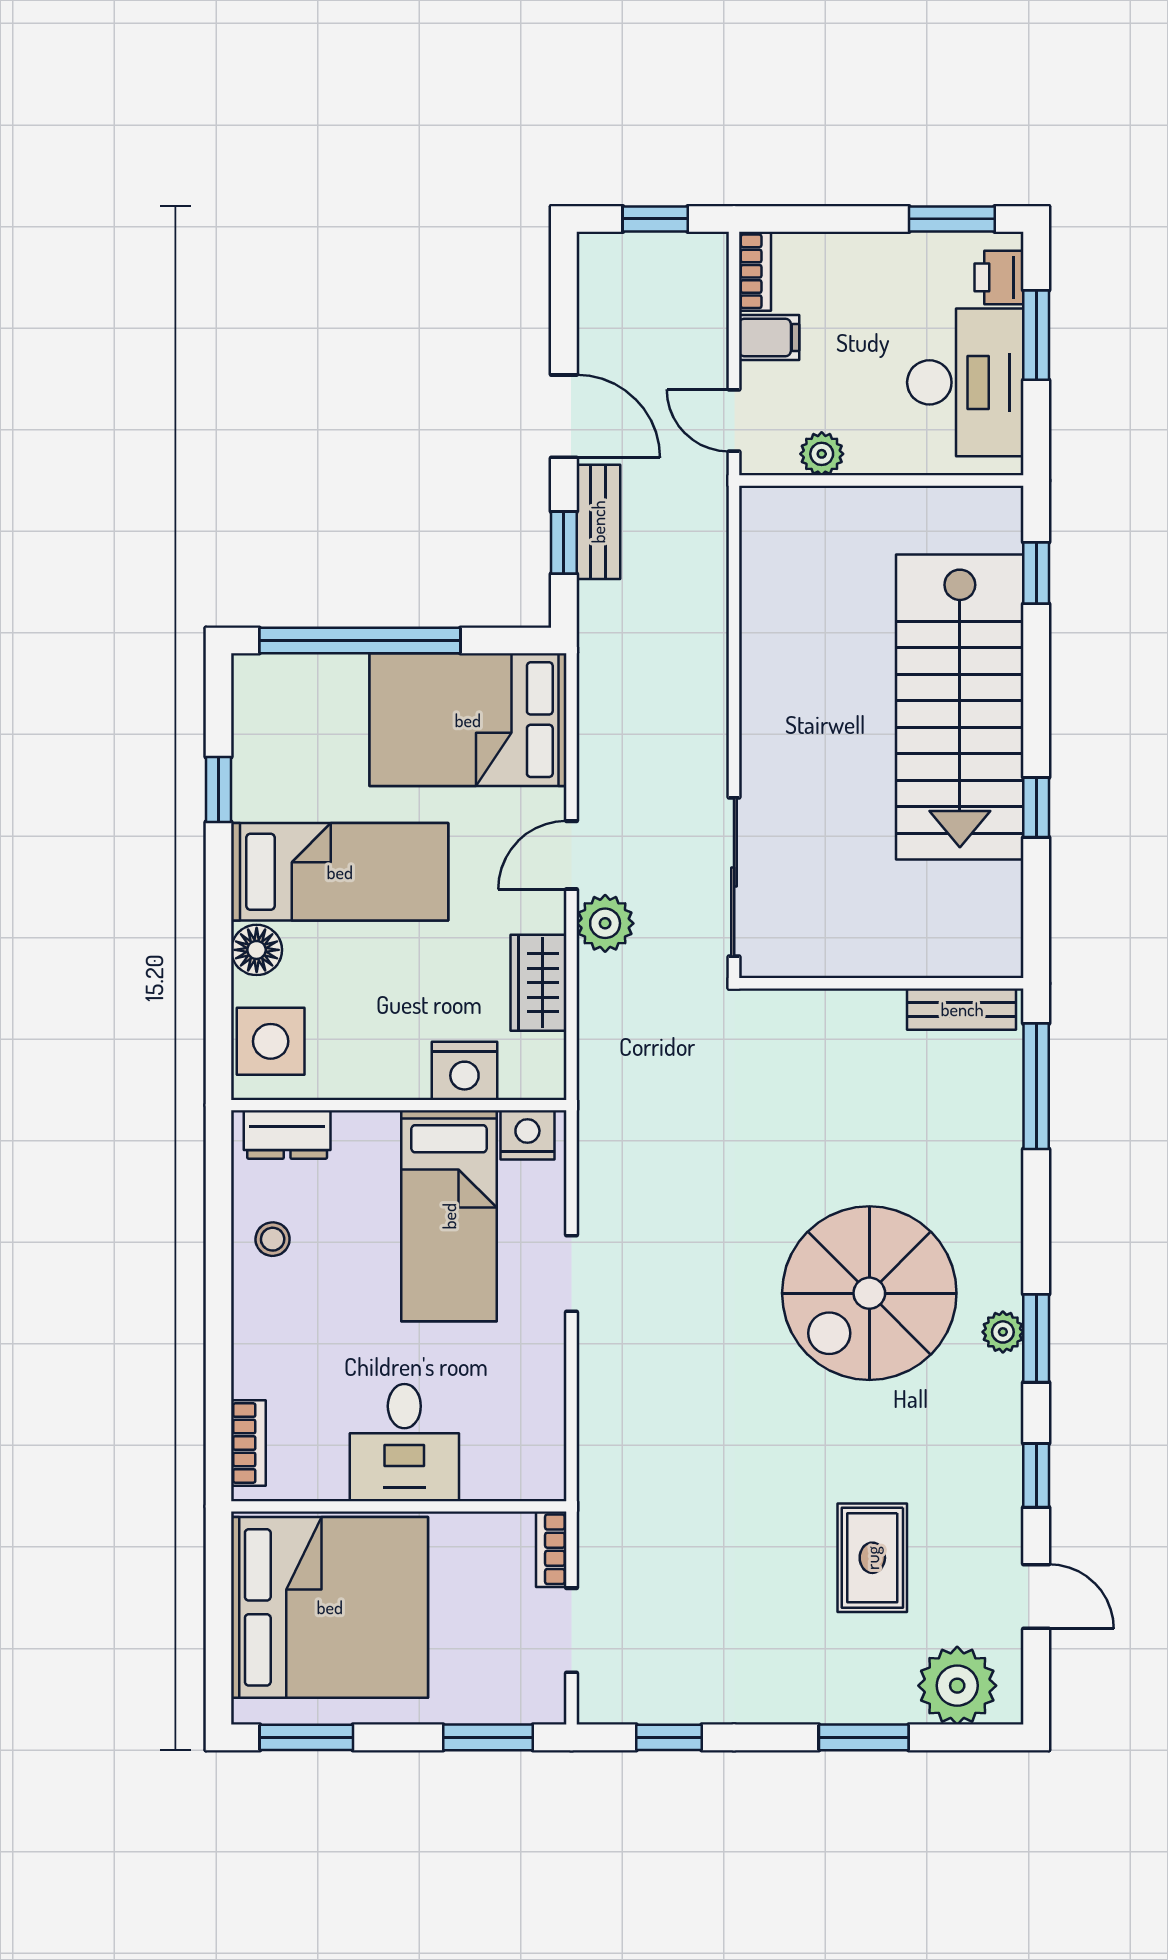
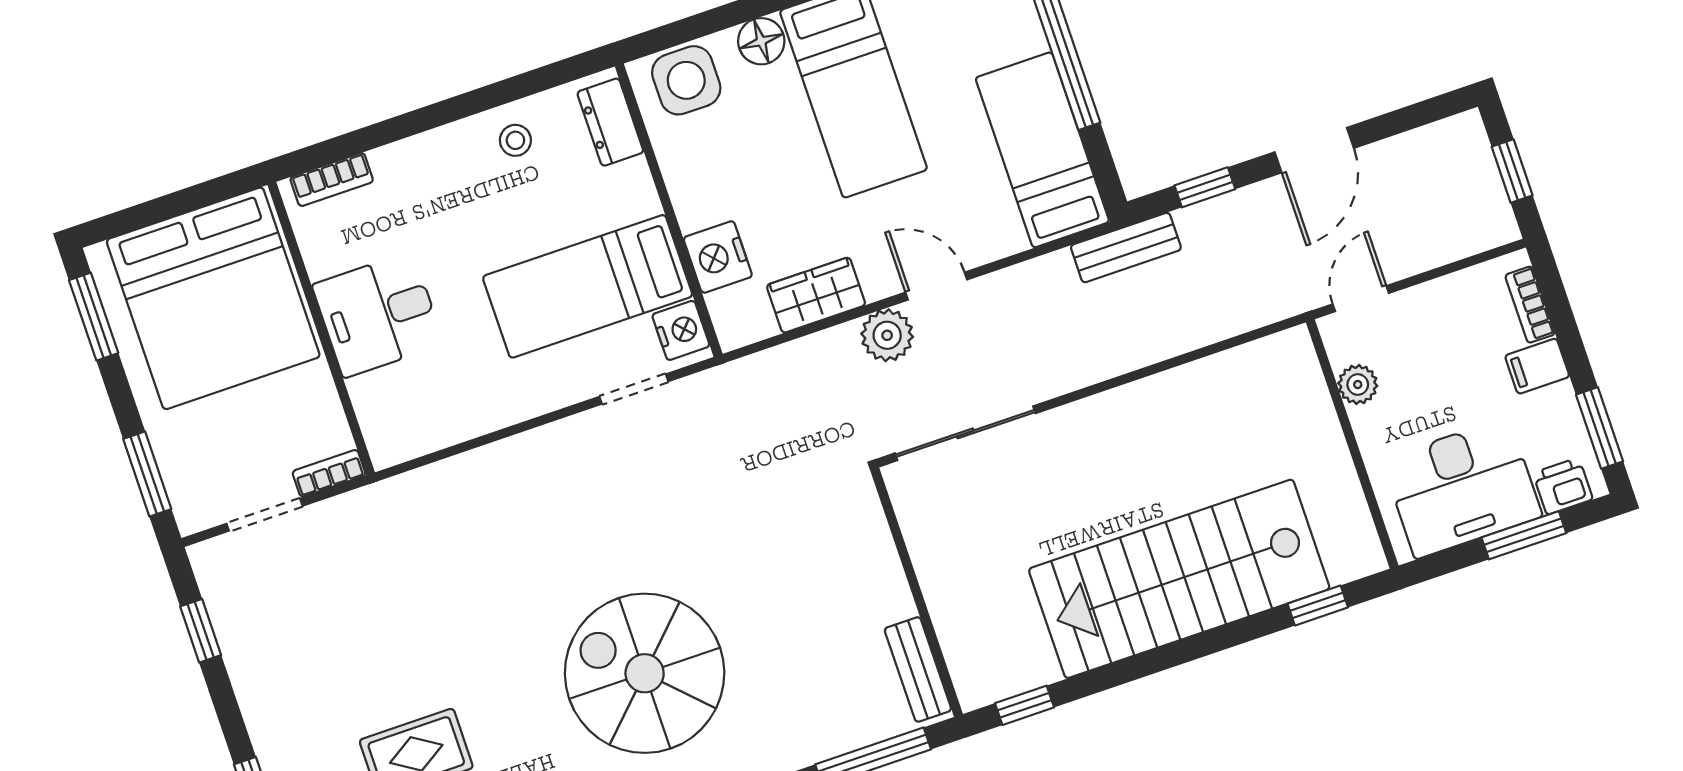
bookcase: (755, 271) -> (1530, 305), moved, turned 90
filing cabinet: (769, 337) -> (1537, 366), moved, turned 90
bench: (598, 522) -> (1126, 248), moved
bed: (468, 720) -> (1042, 150), width x0.67
window: (1036, 807) -> (1024, 705), moved
doorway: (571, 1274) -> (634, 389), moved

